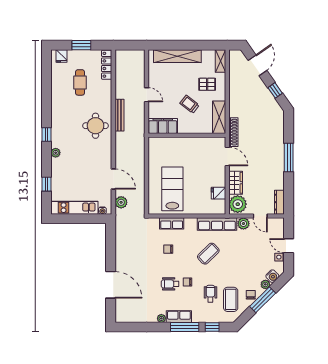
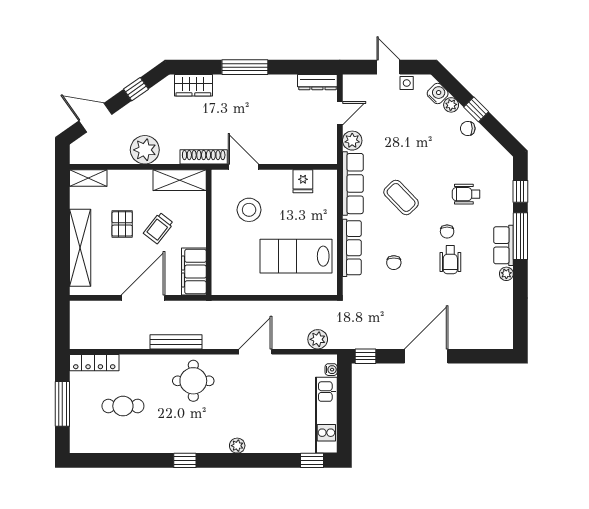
window: (81, 45) -> (62, 404), width x1.44
fridge: (62, 56) -> (80, 436), removed
pallet: (207, 84) -> (122, 224), moved
door: (147, 95) -> (143, 298), width x1.88
window: (47, 134) -> (185, 460), moved
door: (227, 157) -> (243, 167), hinge flipped
stool: (201, 160) -> (249, 210), added
door: (113, 179) -> (255, 352), moved
wardrobe: (236, 183) -> (193, 85), moved, turned 180
window: (47, 184) -> (312, 460), moved
plant: (238, 204) -> (145, 150), moved
row of seats: (172, 223) -> (352, 248), width x1.48
window: (111, 232) -> (366, 356), added
door: (289, 246) -> (388, 67), swing flipped
door: (111, 285) -> (426, 356), moved
coffee table: (231, 299) -> (475, 161), removed
window: (263, 300) -> (476, 109), width x0.46

